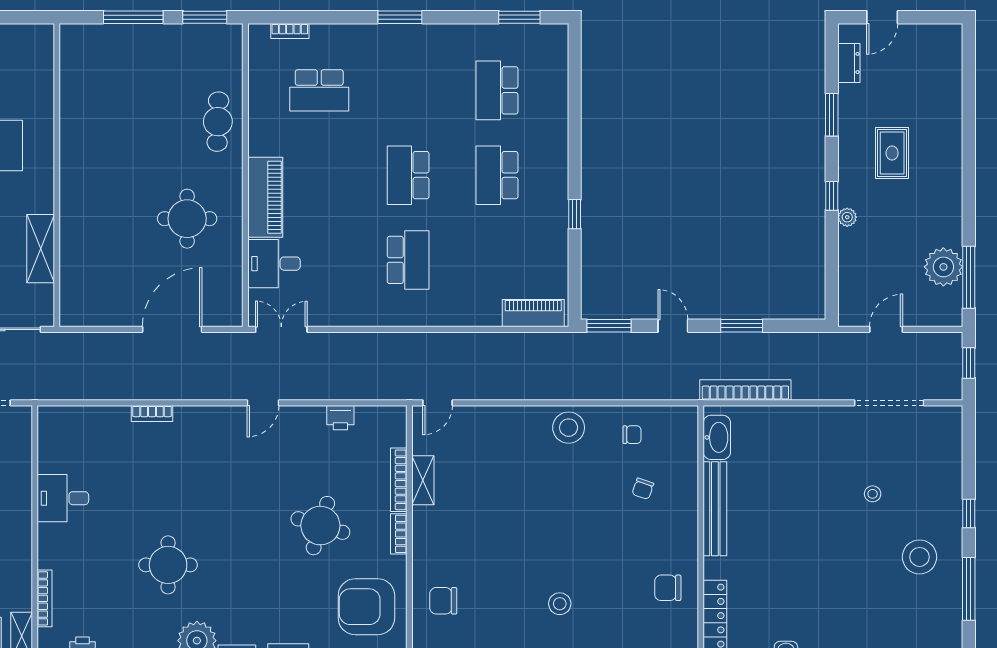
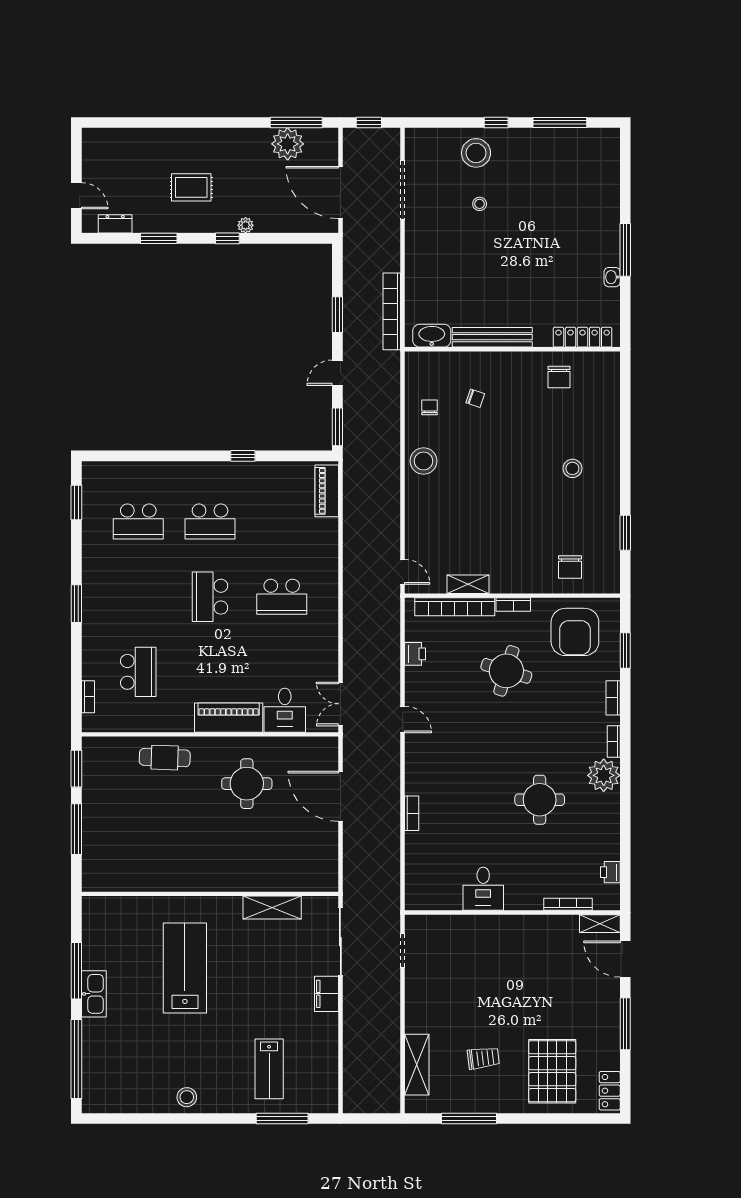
school desk: (408, 175) -> (210, 597), turned 90
school desk: (408, 260) -> (282, 597), turned 180
door: (886, 329) -> (340, 192), width x1.88
bookcase: (399, 480) -> (455, 607), width x1.48, depth x1.31
stool: (920, 557) -> (476, 153), moved

